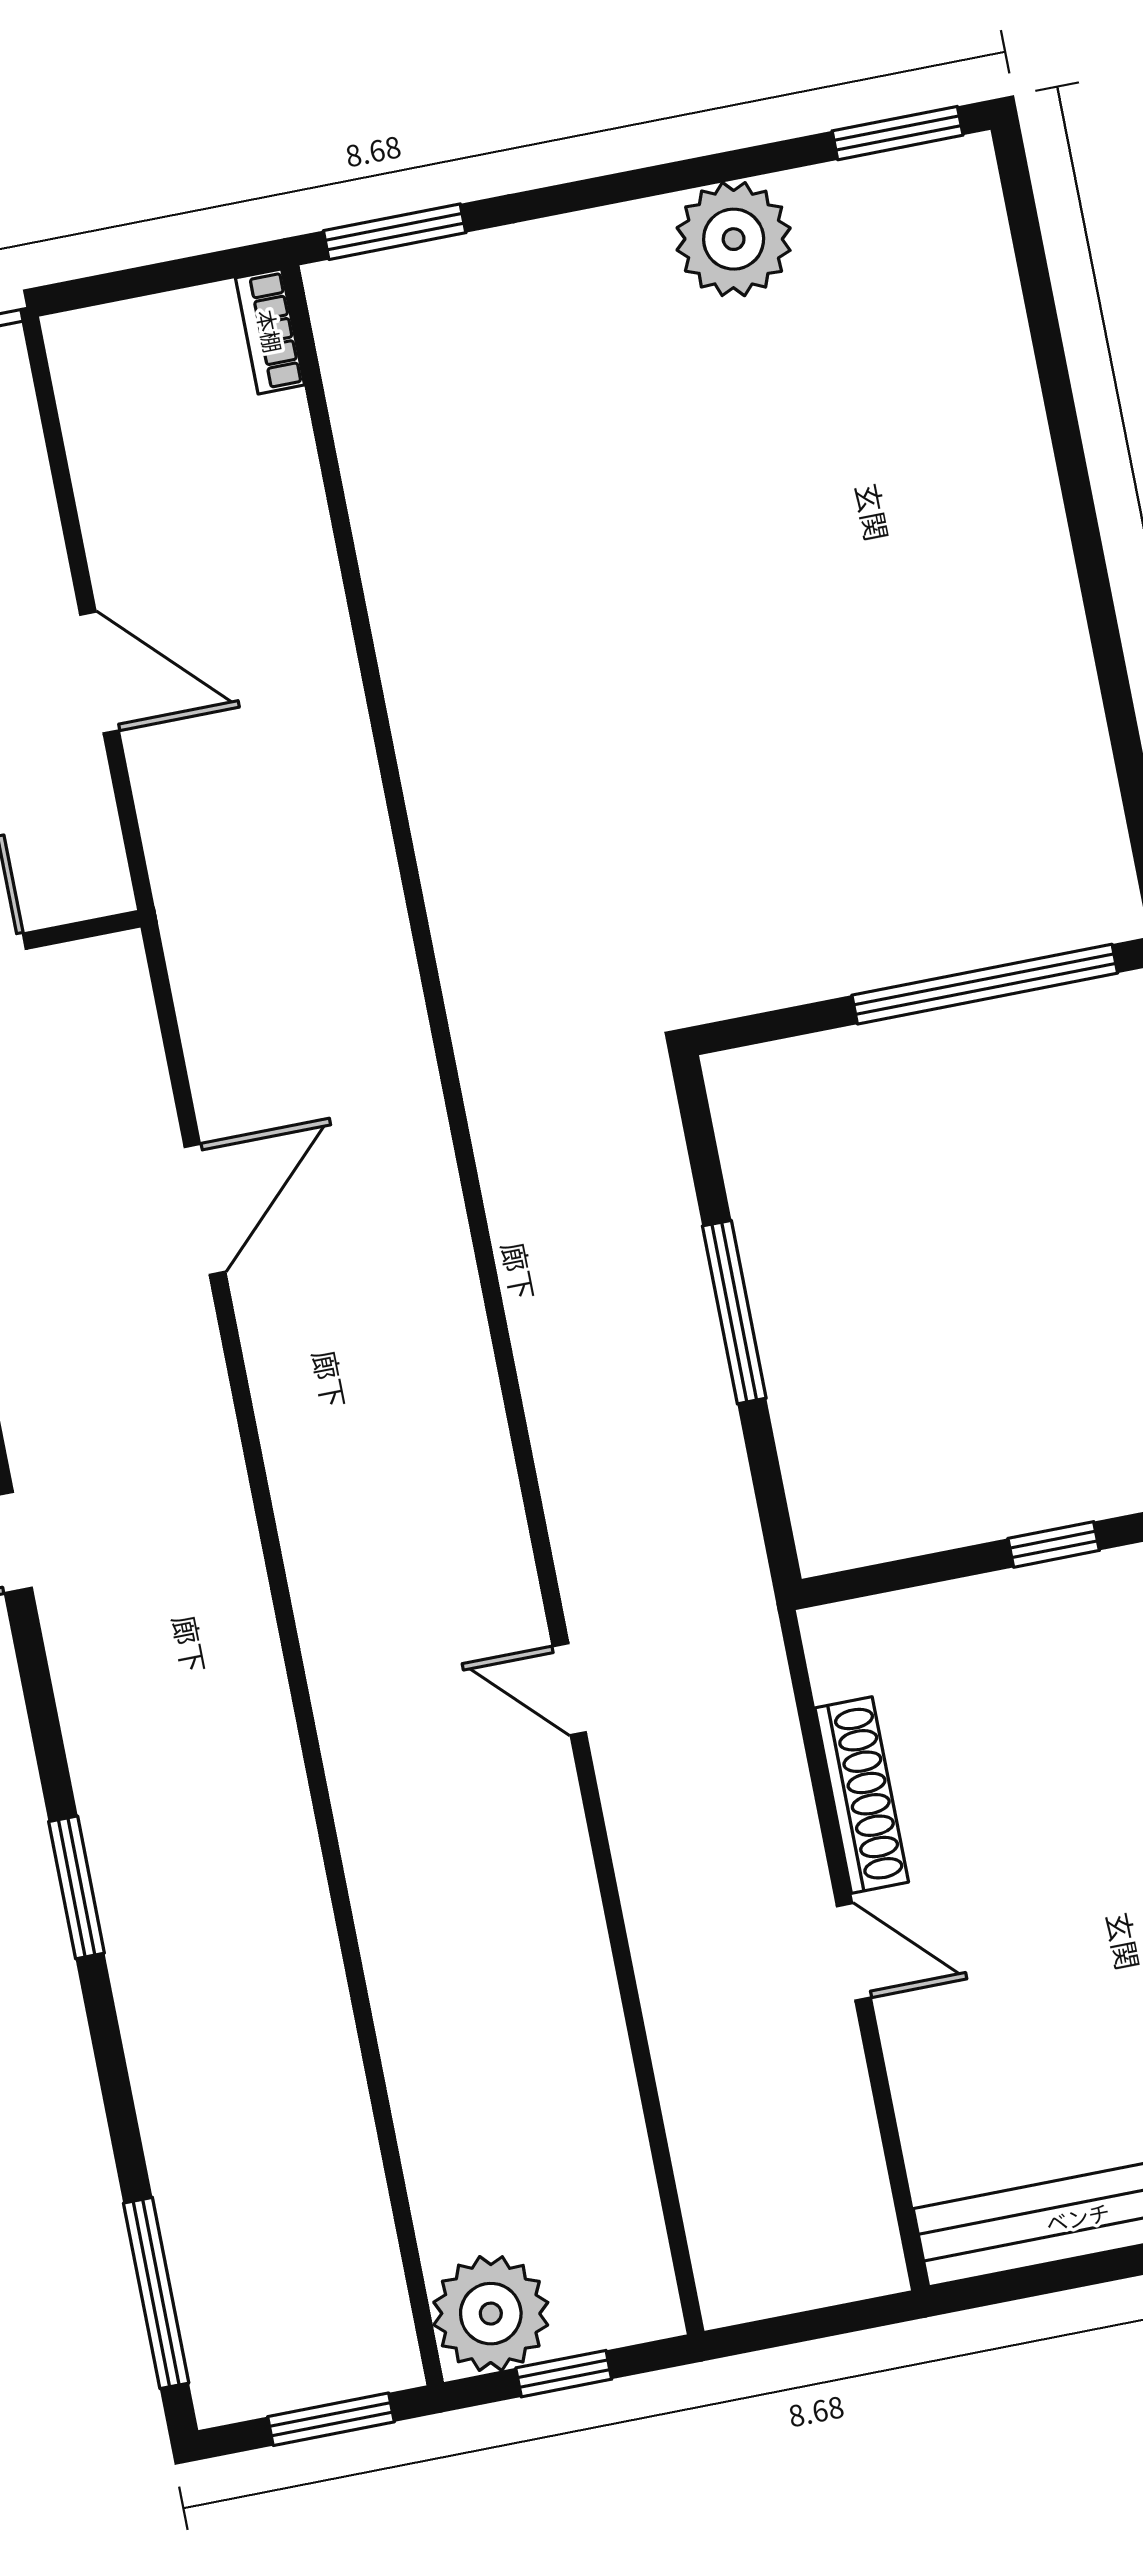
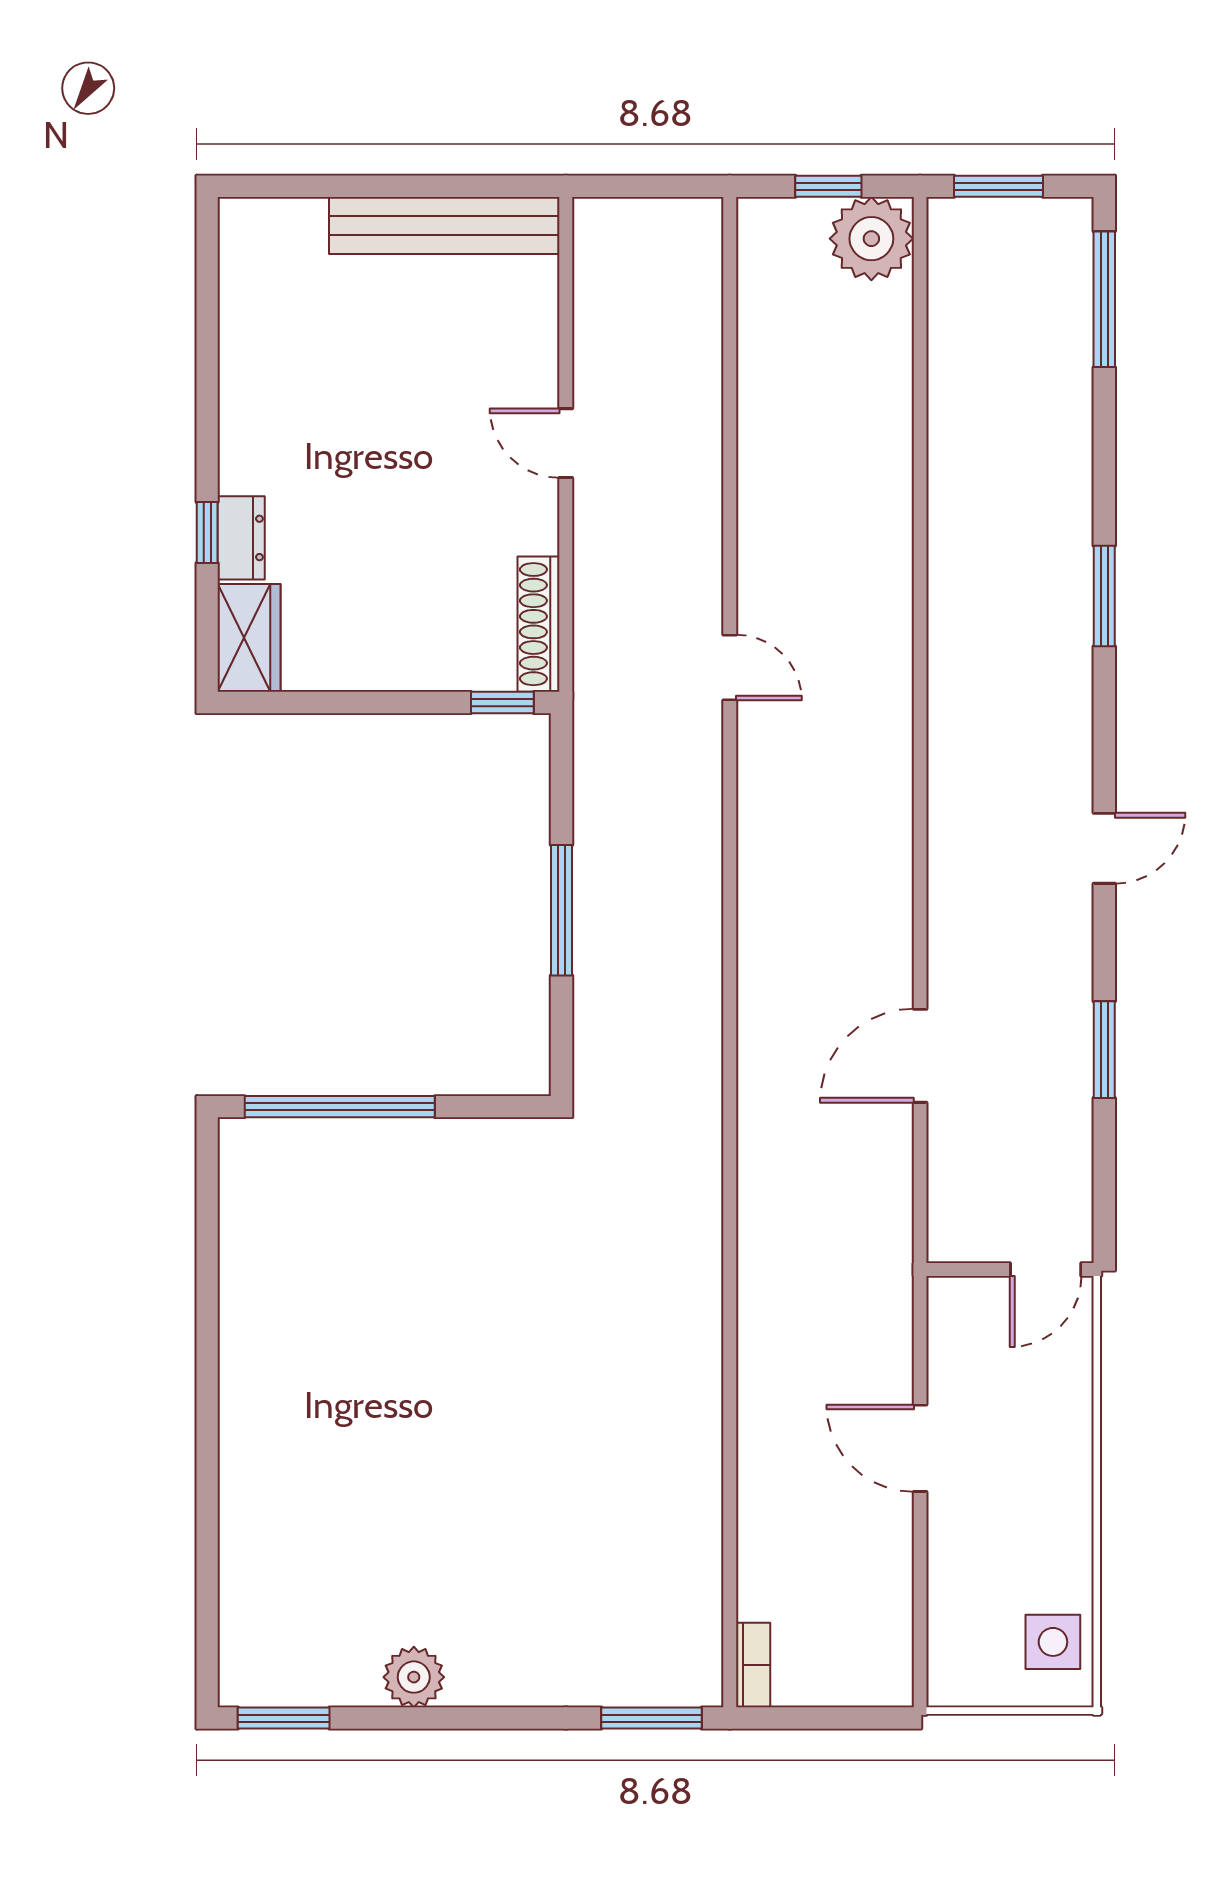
plant: (734, 239) -> (414, 1677), width x0.73, depth x0.73
window: (1054, 1544) -> (502, 703), moved
shoe rack: (862, 1795) -> (538, 624), moved

